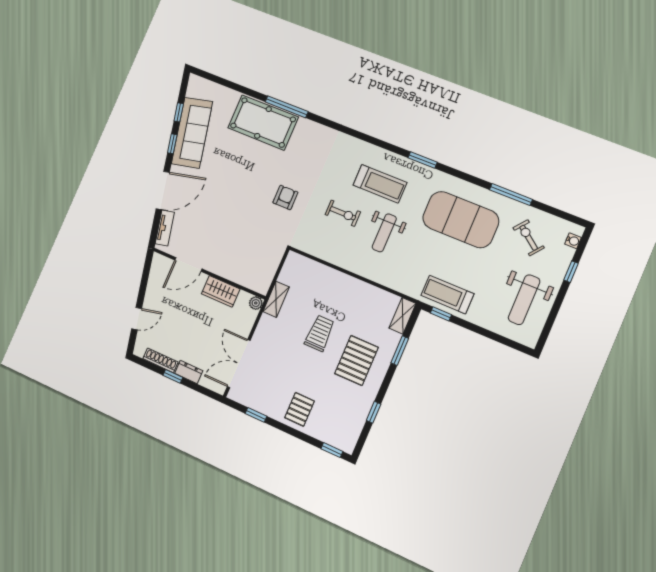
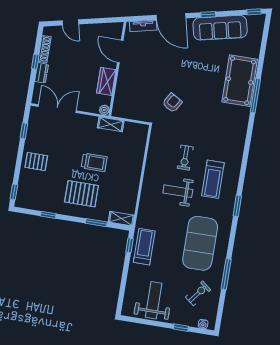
window: (179, 112) -> (254, 12), moved
armchair: (285, 197) -> (172, 103), moved, turned -59
weight bench: (524, 300) -> (154, 300), turned 90

